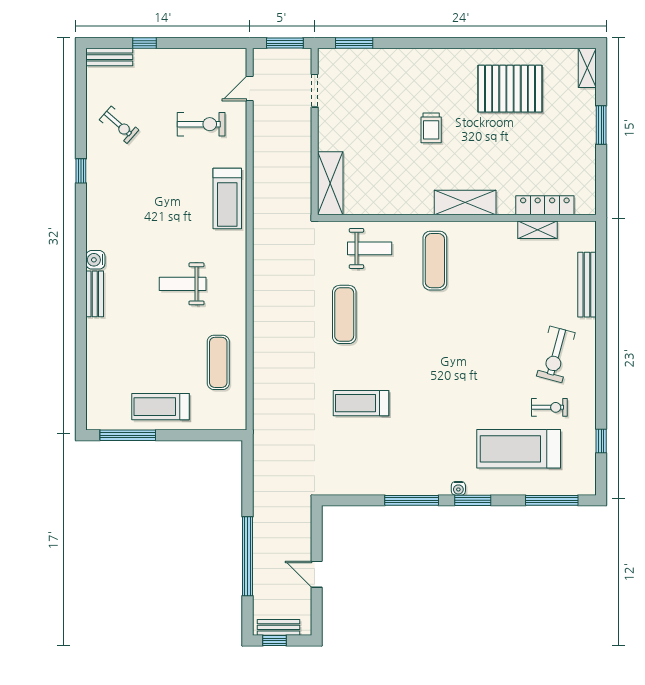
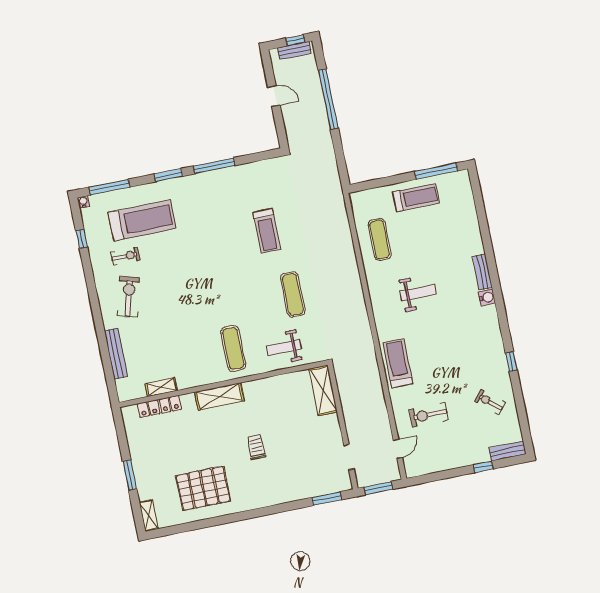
treadmill: (361, 403) -> (267, 231), turned 90
exercise bike: (549, 407) -> (125, 256), turned 180
water cooler: (458, 488) -> (83, 202), moved

